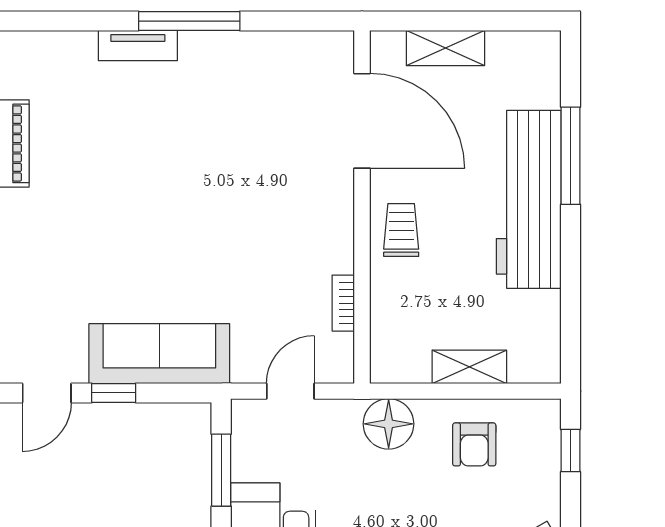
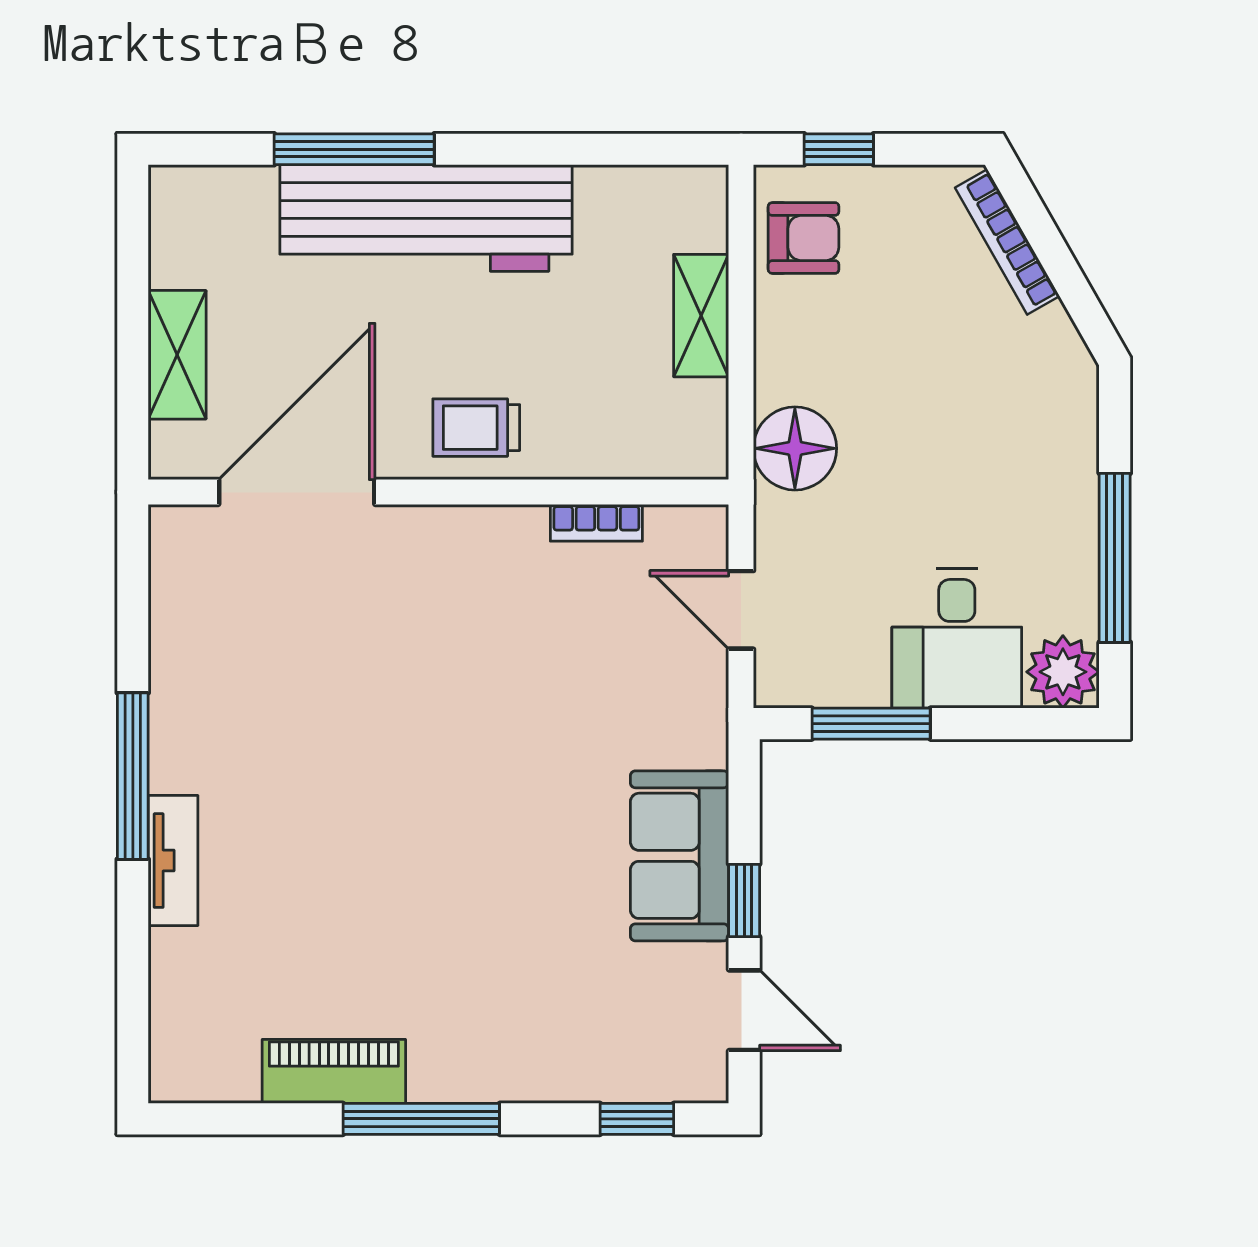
sofa: (159, 354) -> (680, 856), width x0.73
armchair: (474, 444) -> (804, 238), moved

